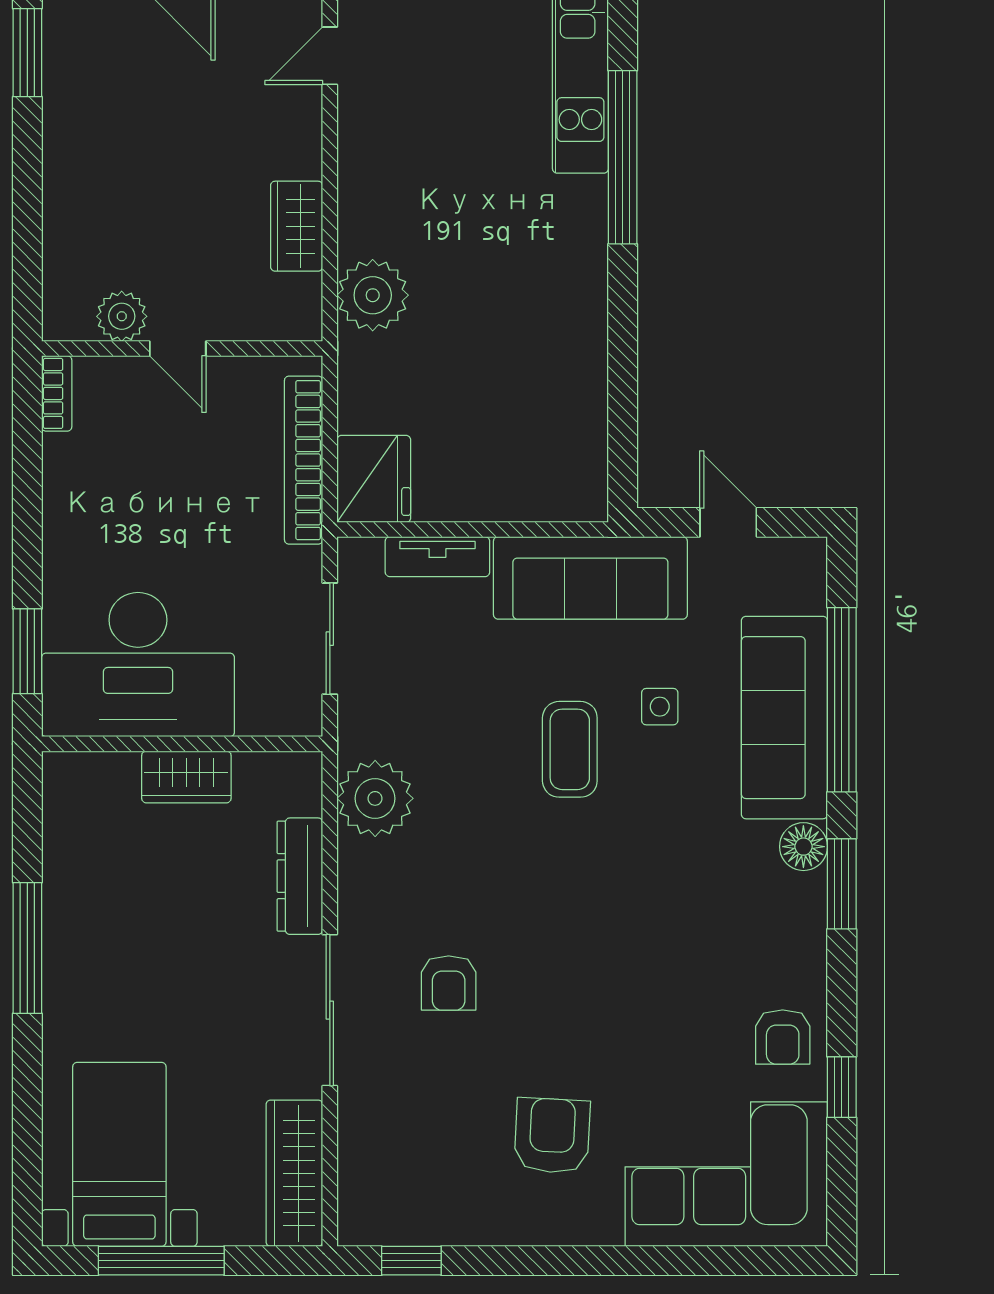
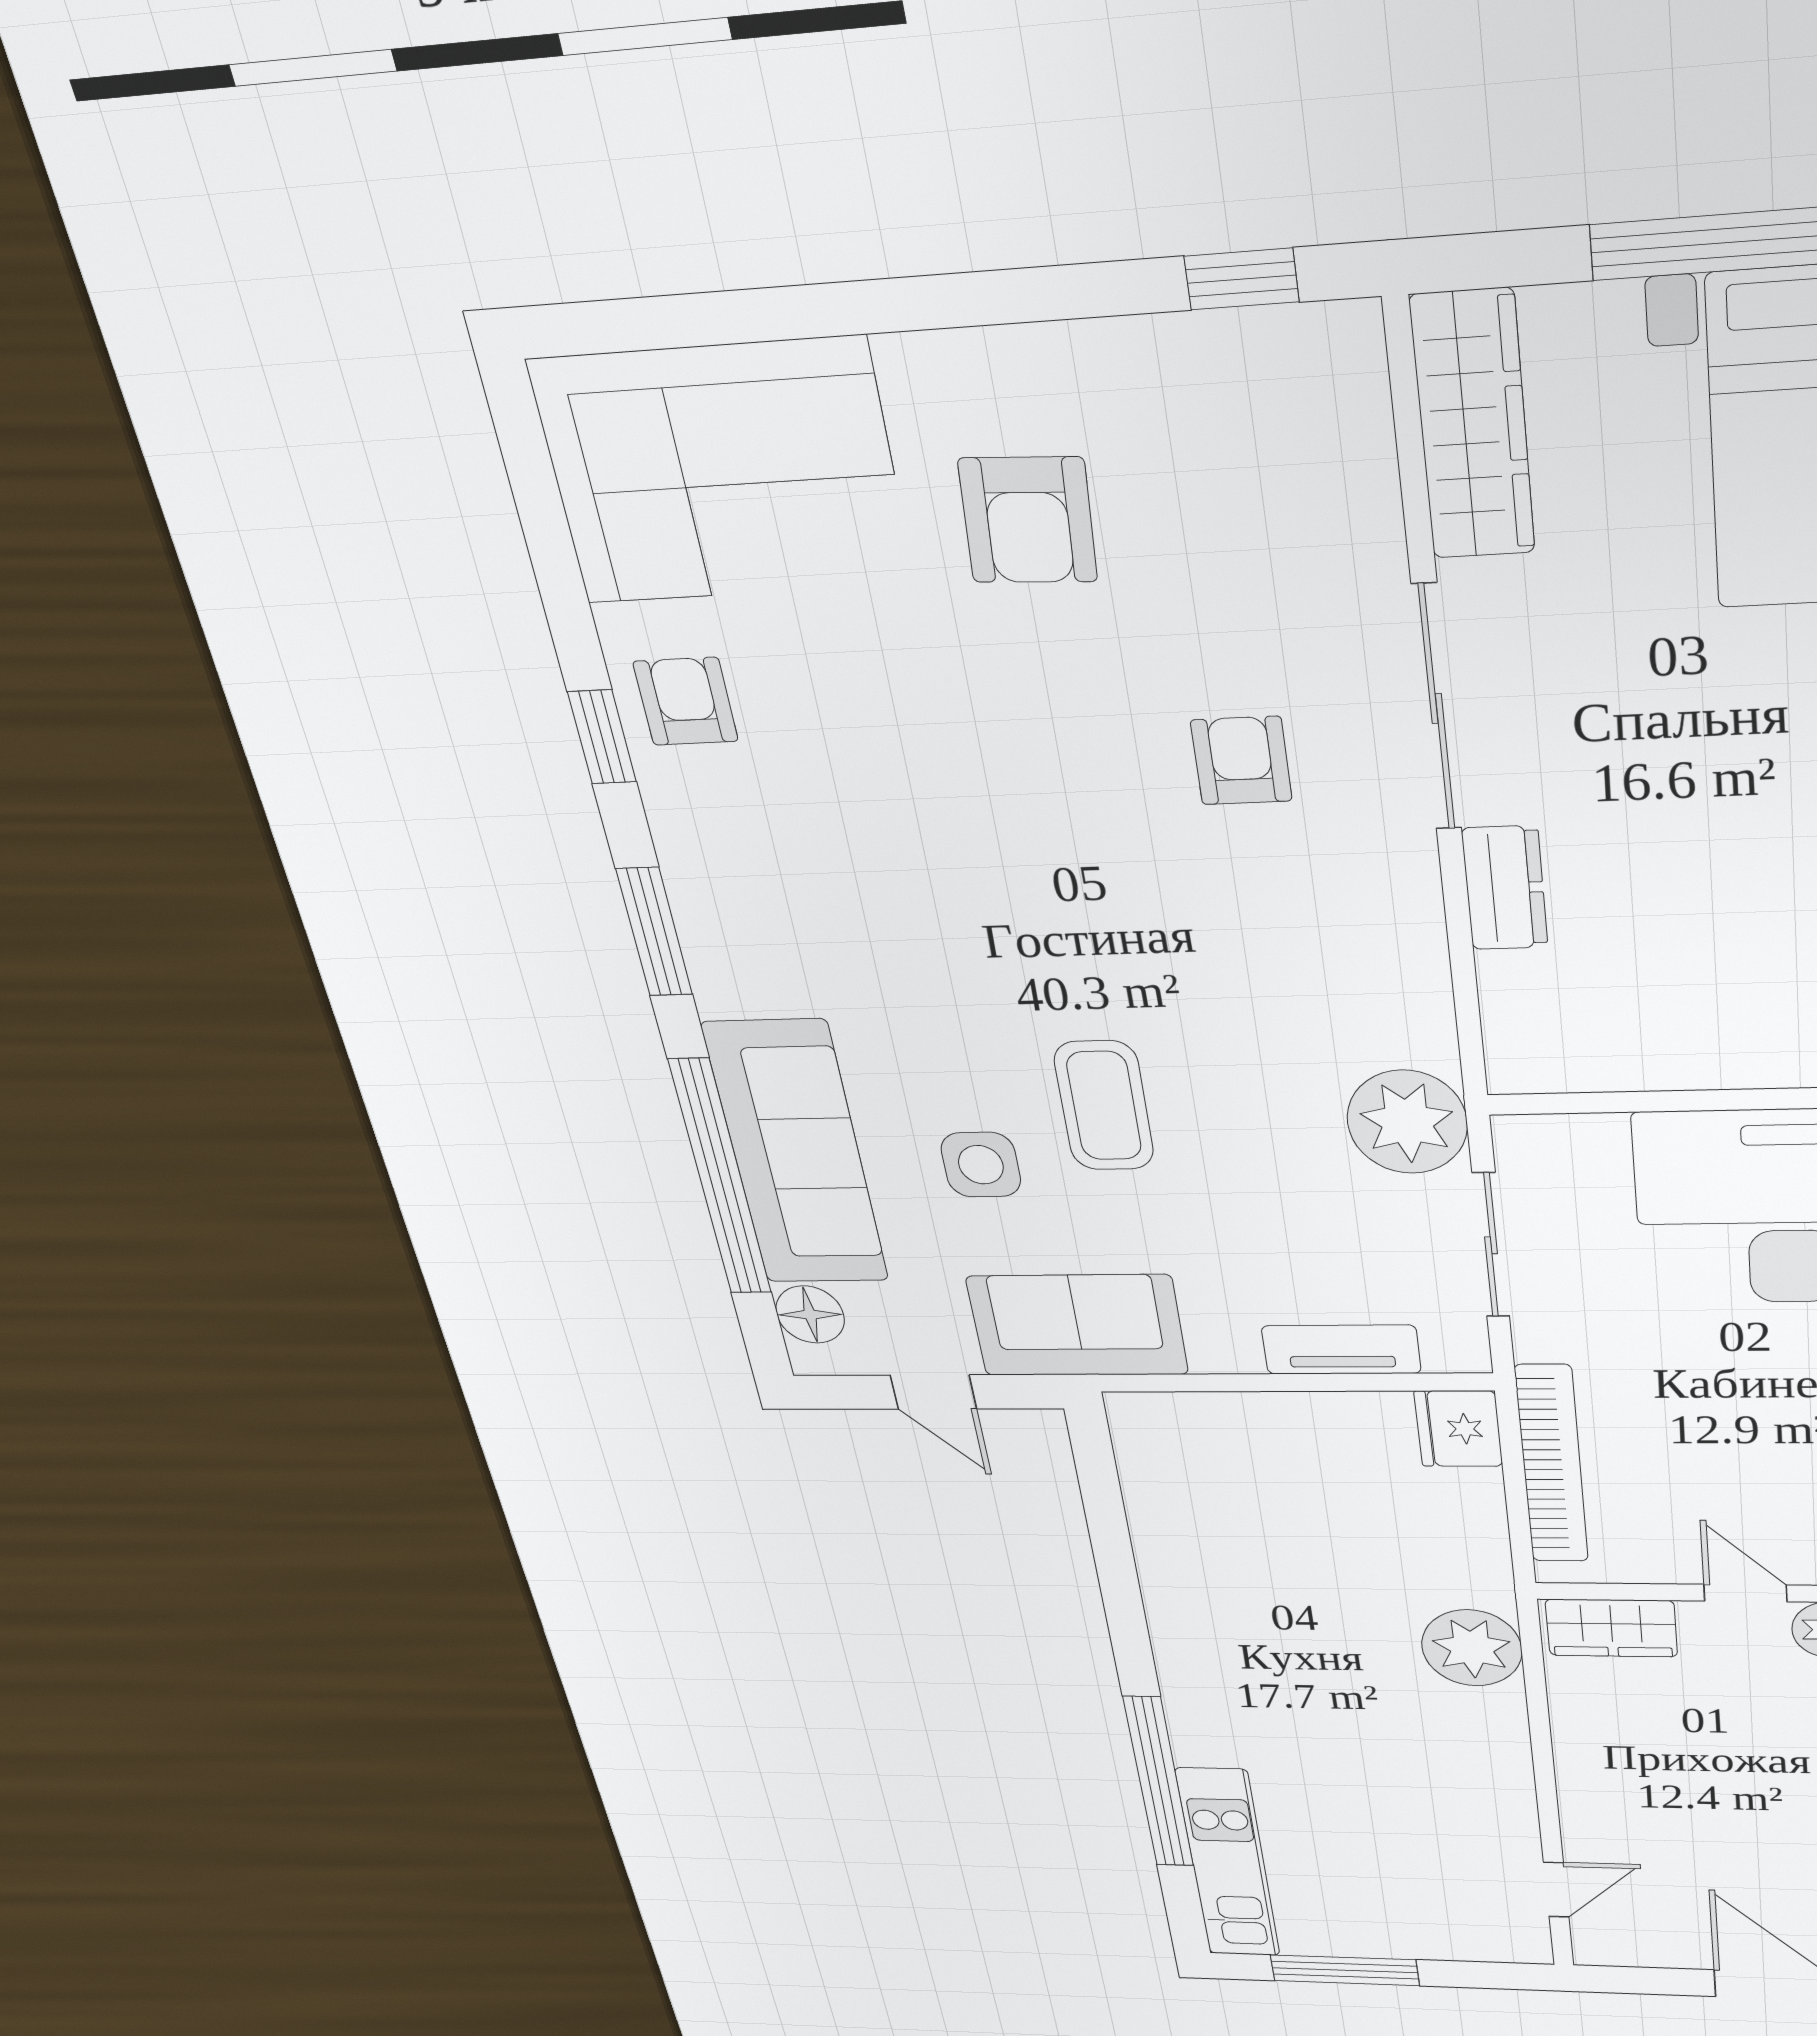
wardrobe: (297, 226) -> (1611, 1628), moved, turned 90
fridge: (374, 479) -> (1458, 1429), width x0.73, depth x0.75
sofa: (590, 578) -> (1077, 1325), width x0.73
side table: (660, 707) -> (981, 1165), width x1.37, depth x1.37
wardrobe: (186, 777) -> (1705, 1054), removed
plant: (375, 798) -> (1407, 1122), moved
floor lamp: (803, 847) -> (810, 1315), moved
dresser: (300, 876) -> (1505, 888), width x0.70
window: (842, 1087) -> (602, 737), moved

